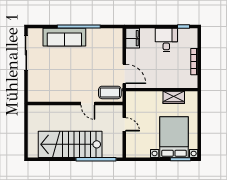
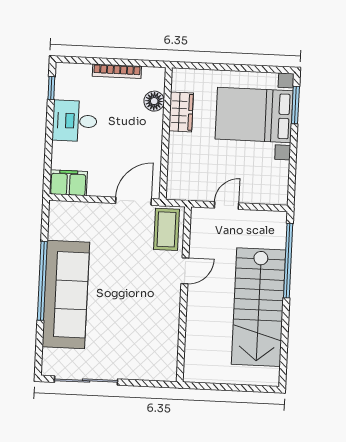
sofa: (64, 37) -> (66, 295), width x1.36, depth x1.27
floor lamp: (179, 83) -> (154, 101), added

